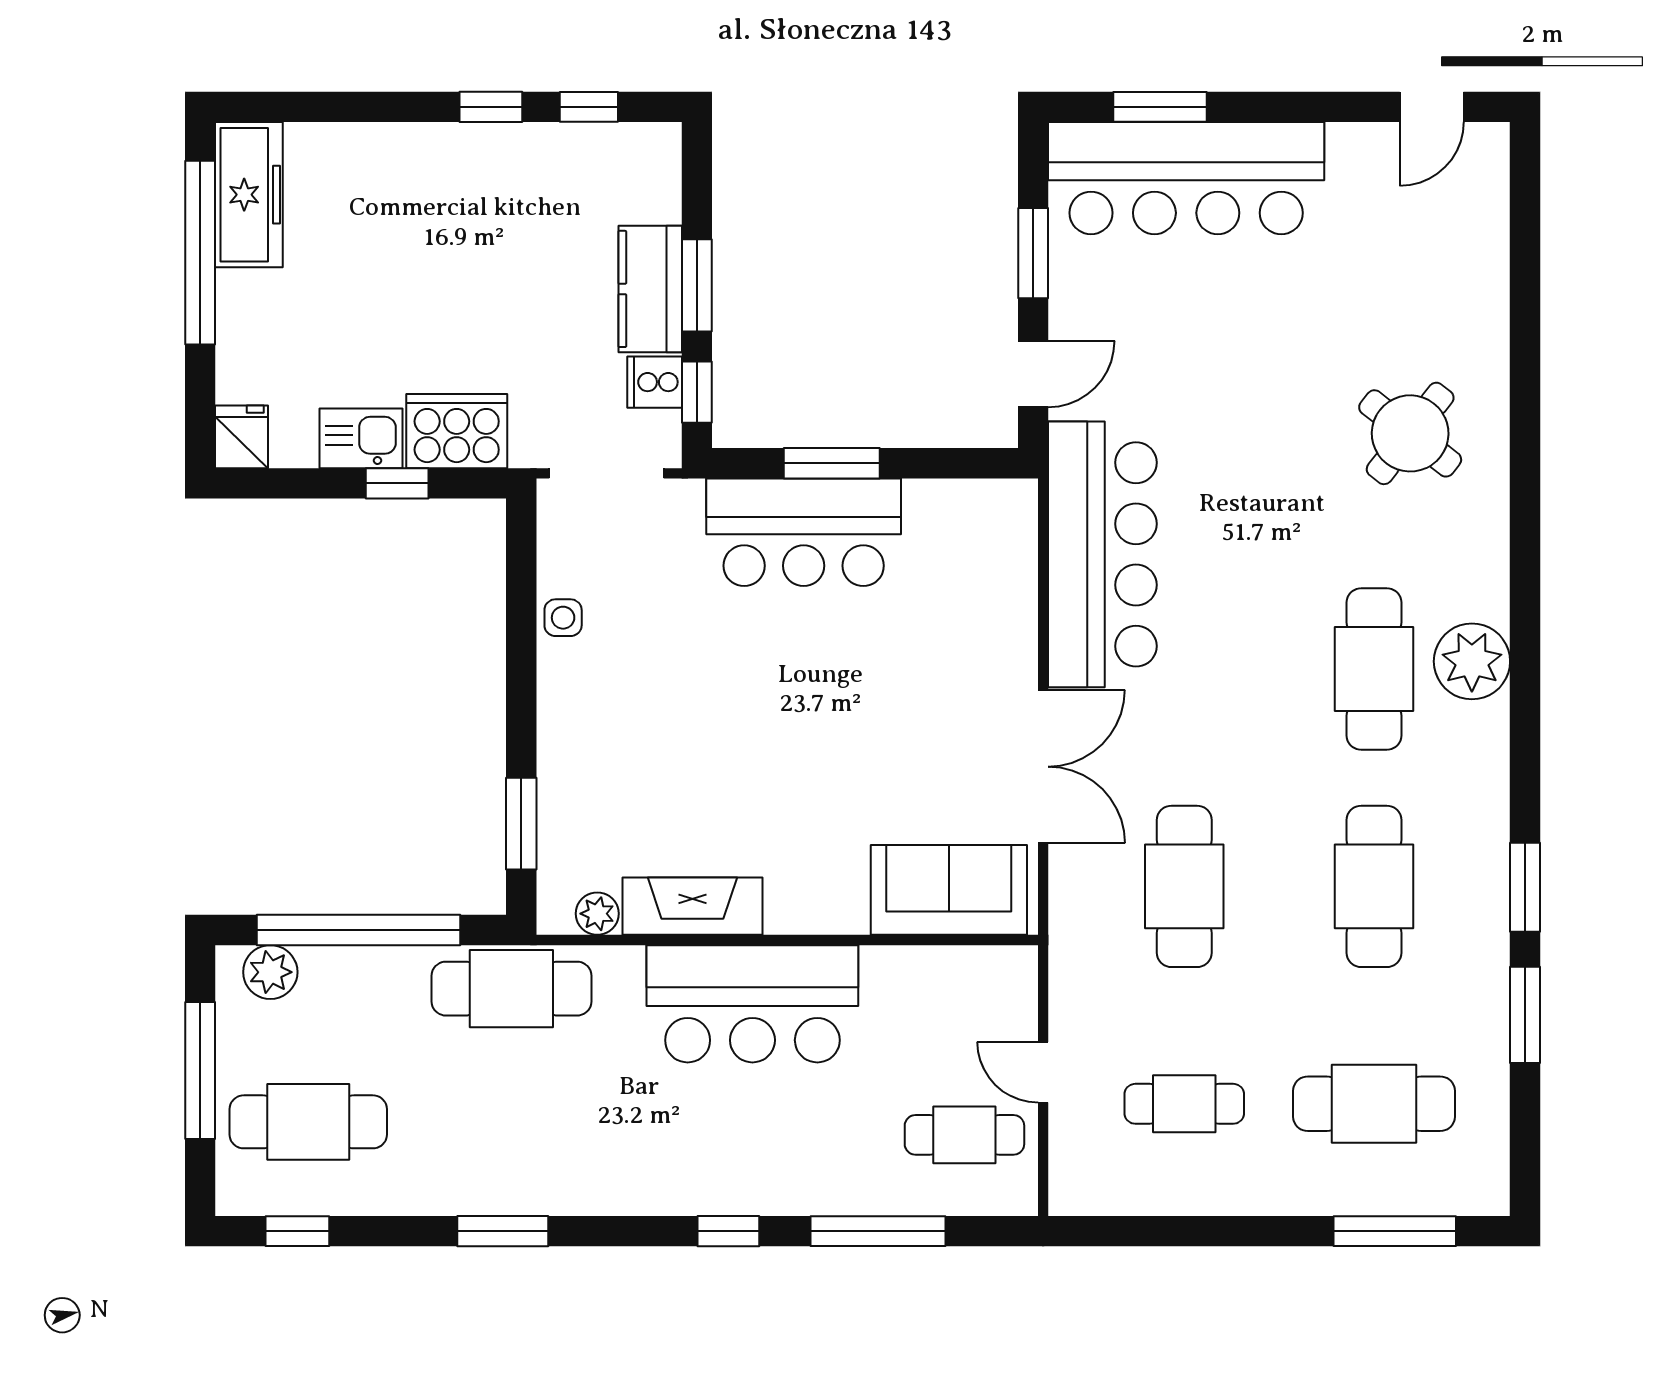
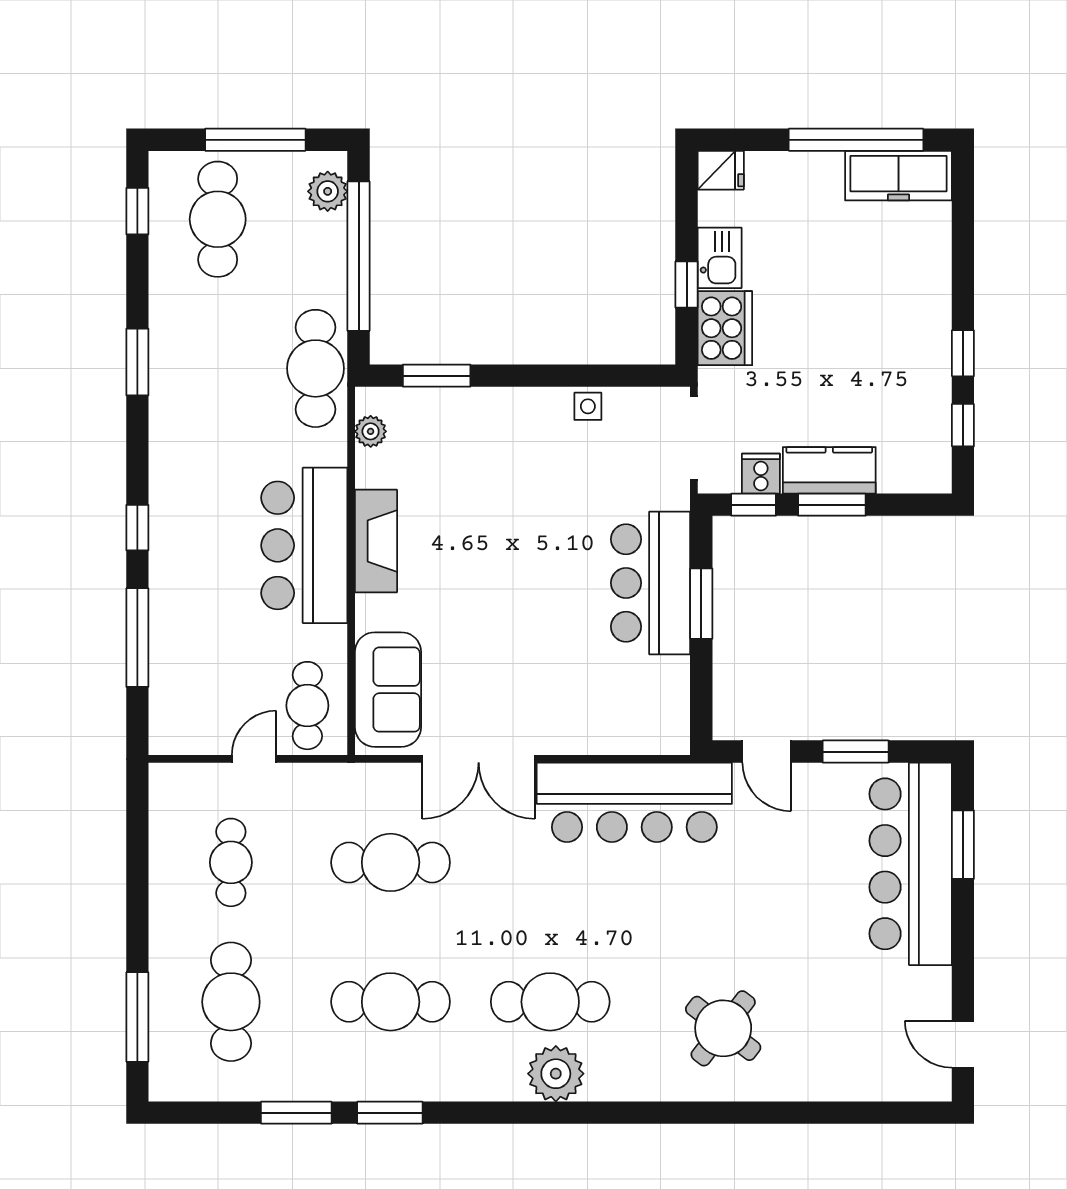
fireplace: (692, 906) -> (376, 541), moved
cafe table: (964, 1135) -> (307, 706), moved

